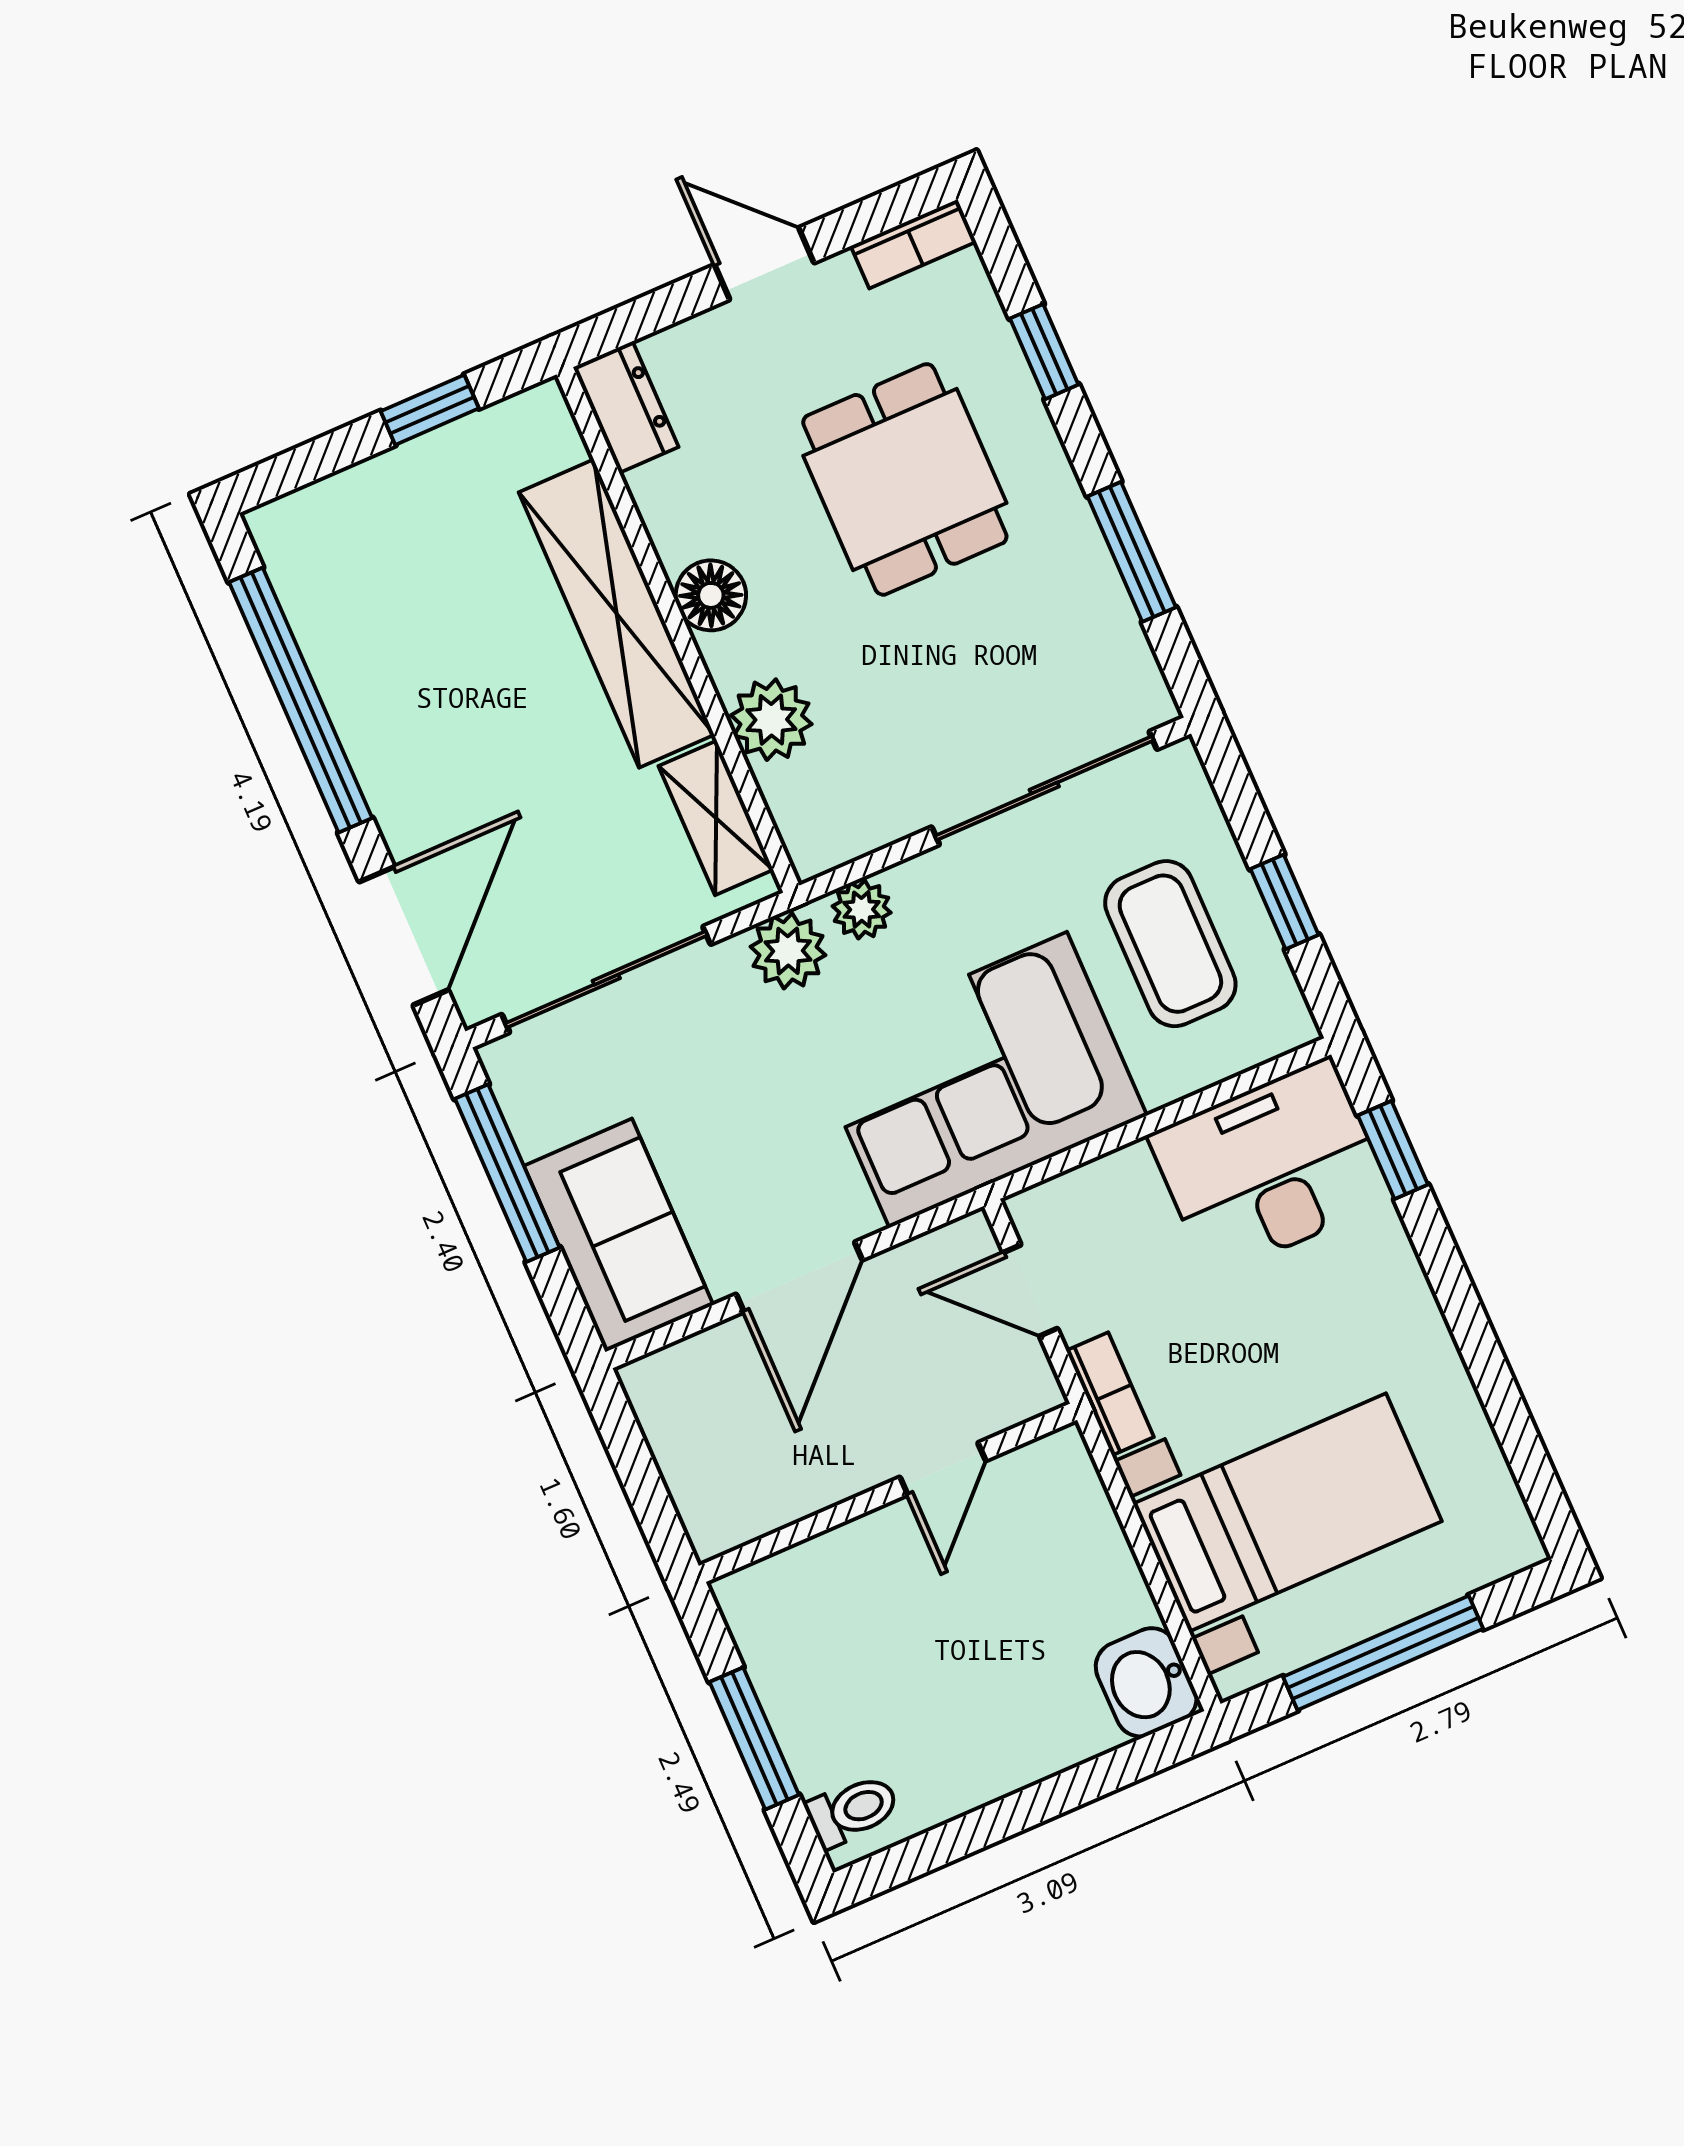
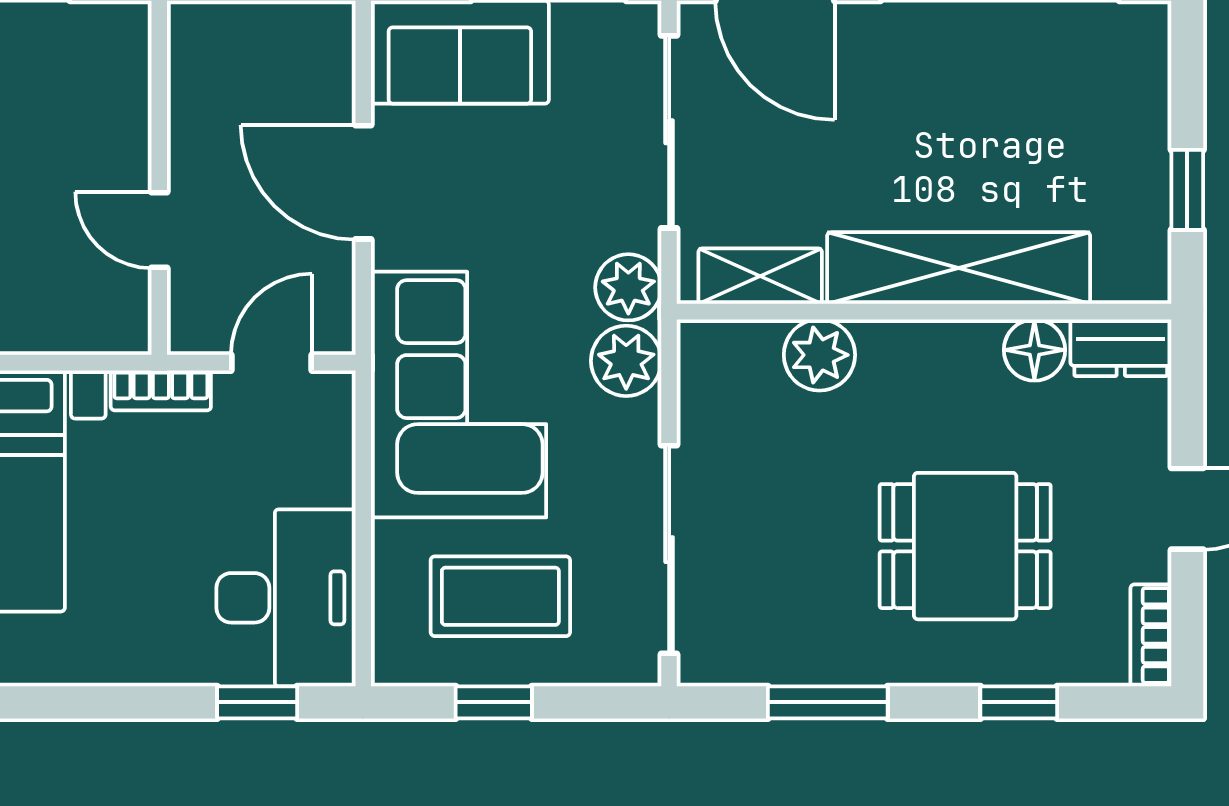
floor lamp: (711, 595) -> (1034, 350), moved
plant: (862, 909) -> (626, 361), width x1.38, depth x1.38

